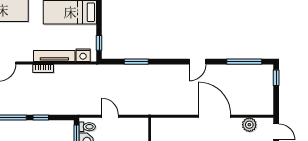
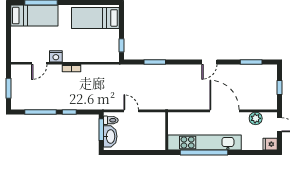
nightstand: (83, 55) -> (56, 56), moved
tv unit: (54, 56) -> (81, 57), removed
window: (244, 62) -> (251, 62), width x0.69
window: (276, 78) -> (280, 88), moved

